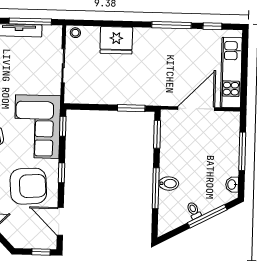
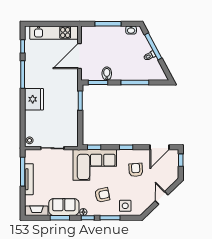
fridge: (116, 40) -> (34, 99), moved
door: (196, 109) -> (79, 56), hinge flipped
bidet: (169, 184) -> (107, 74), moved
armchair: (28, 186) -> (136, 170), width x0.53, depth x0.53

